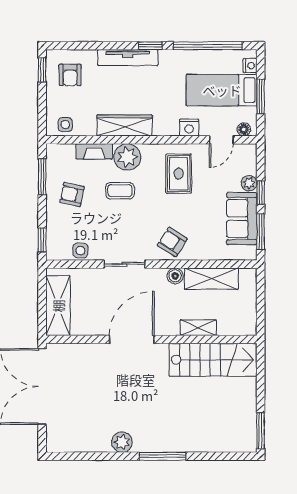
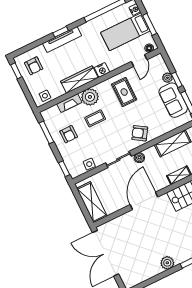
window: (150, 46) -> (61, 32), moved
nightstand: (189, 127) -> (102, 70), moved
armchair: (72, 194) -> (69, 134), turned -102
boiler: (175, 276) -> (139, 158), moved

